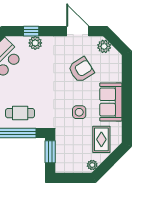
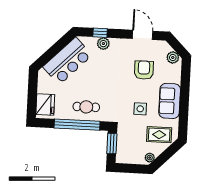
plant: (104, 46) -> (173, 57), moved
armchair: (81, 70) -> (144, 70), turned -58
rug: (101, 139) -> (159, 135), turned 90

